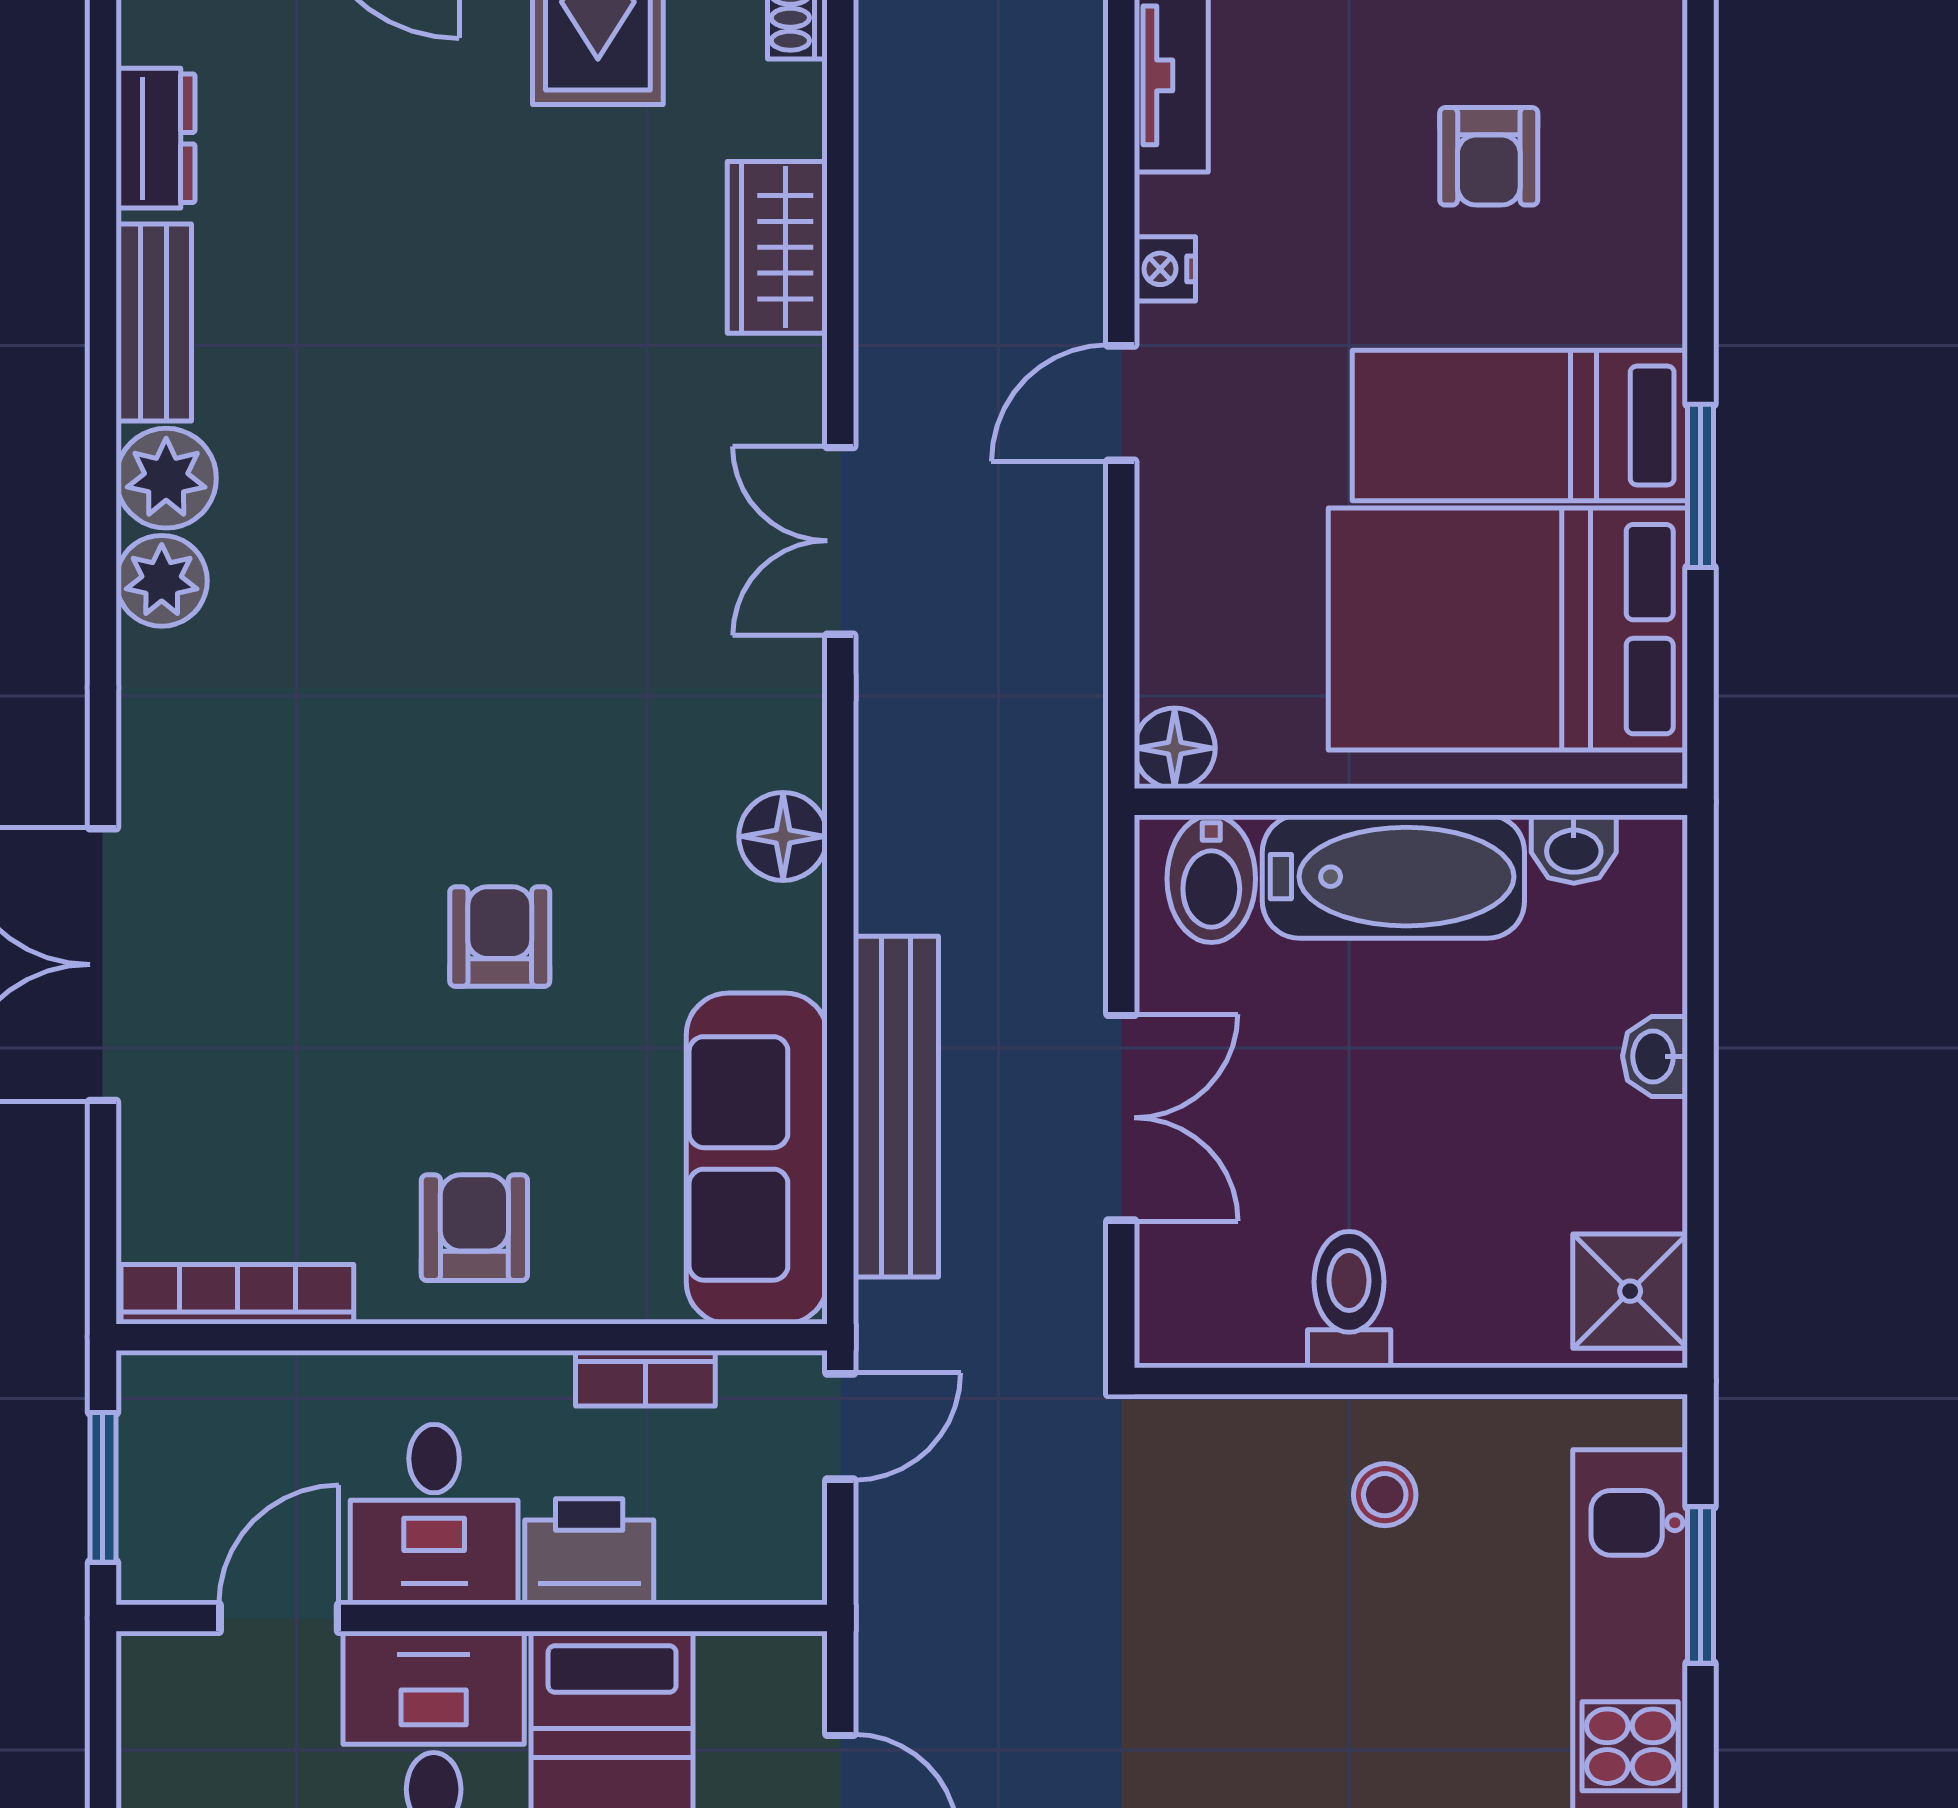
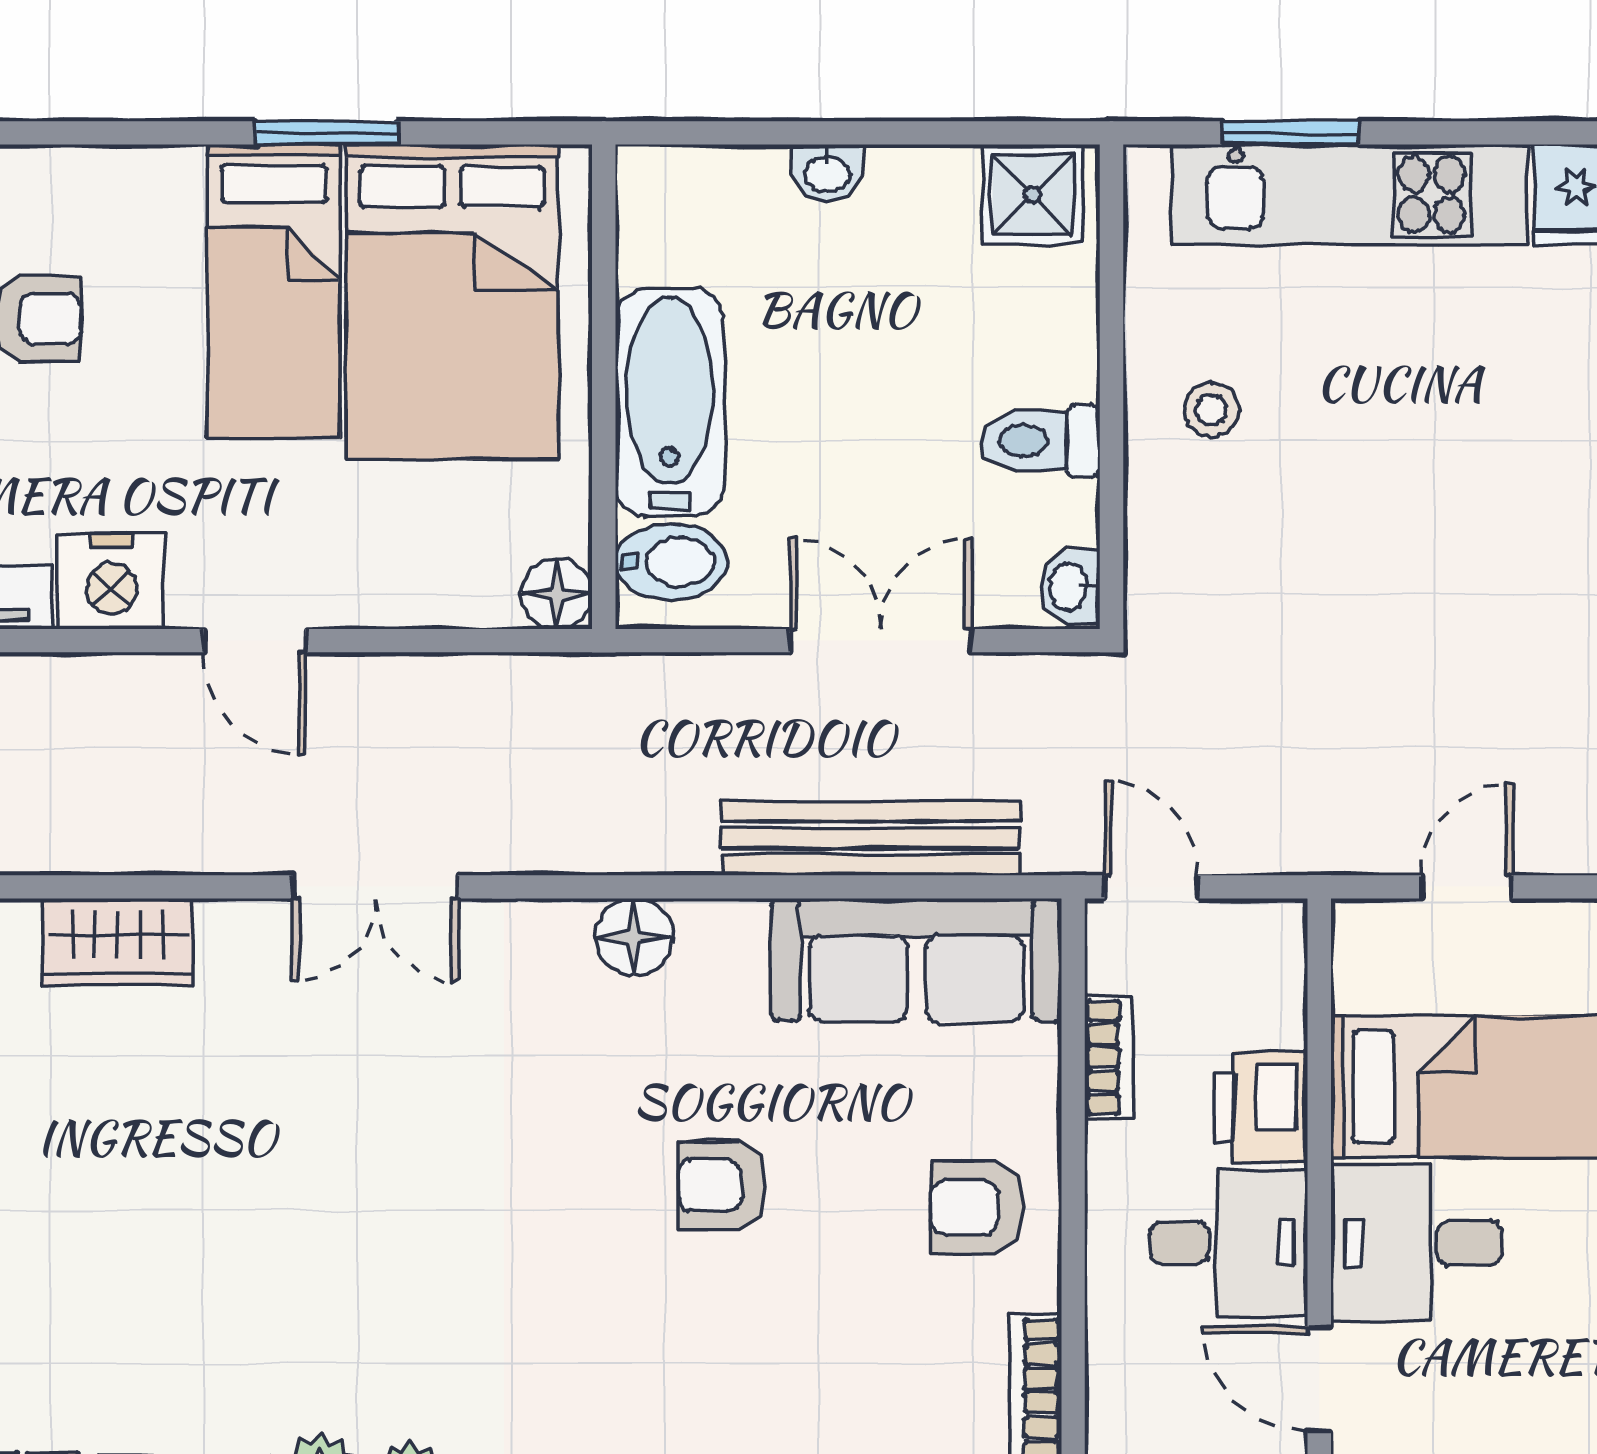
nightstand: (1165, 269) -> (112, 581), width x1.89, depth x1.79
washbasin: (1574, 849) -> (1070, 587), moved, turned 180

